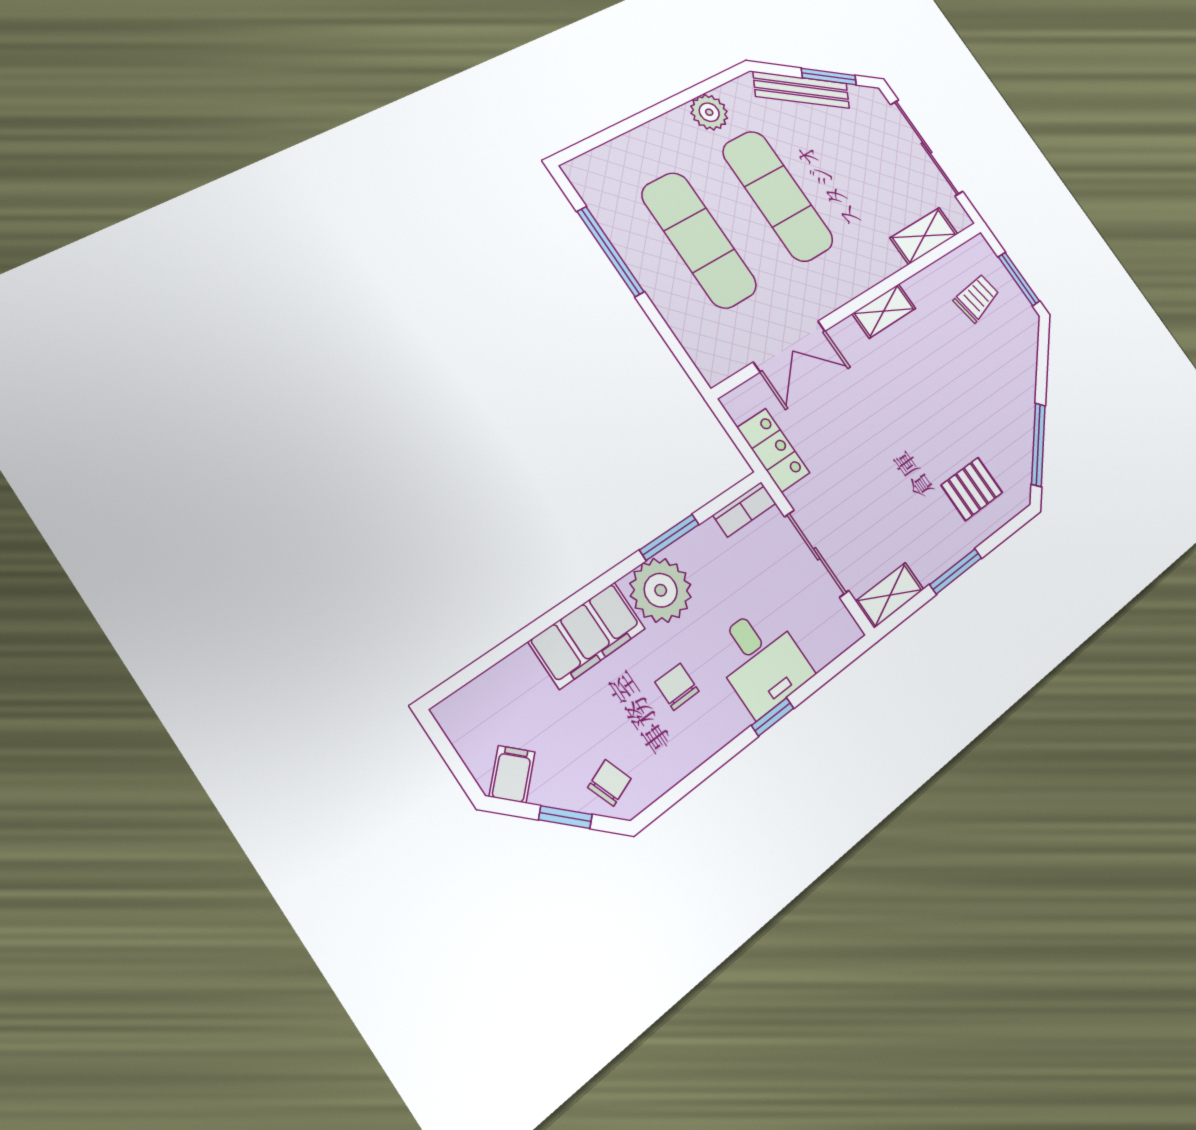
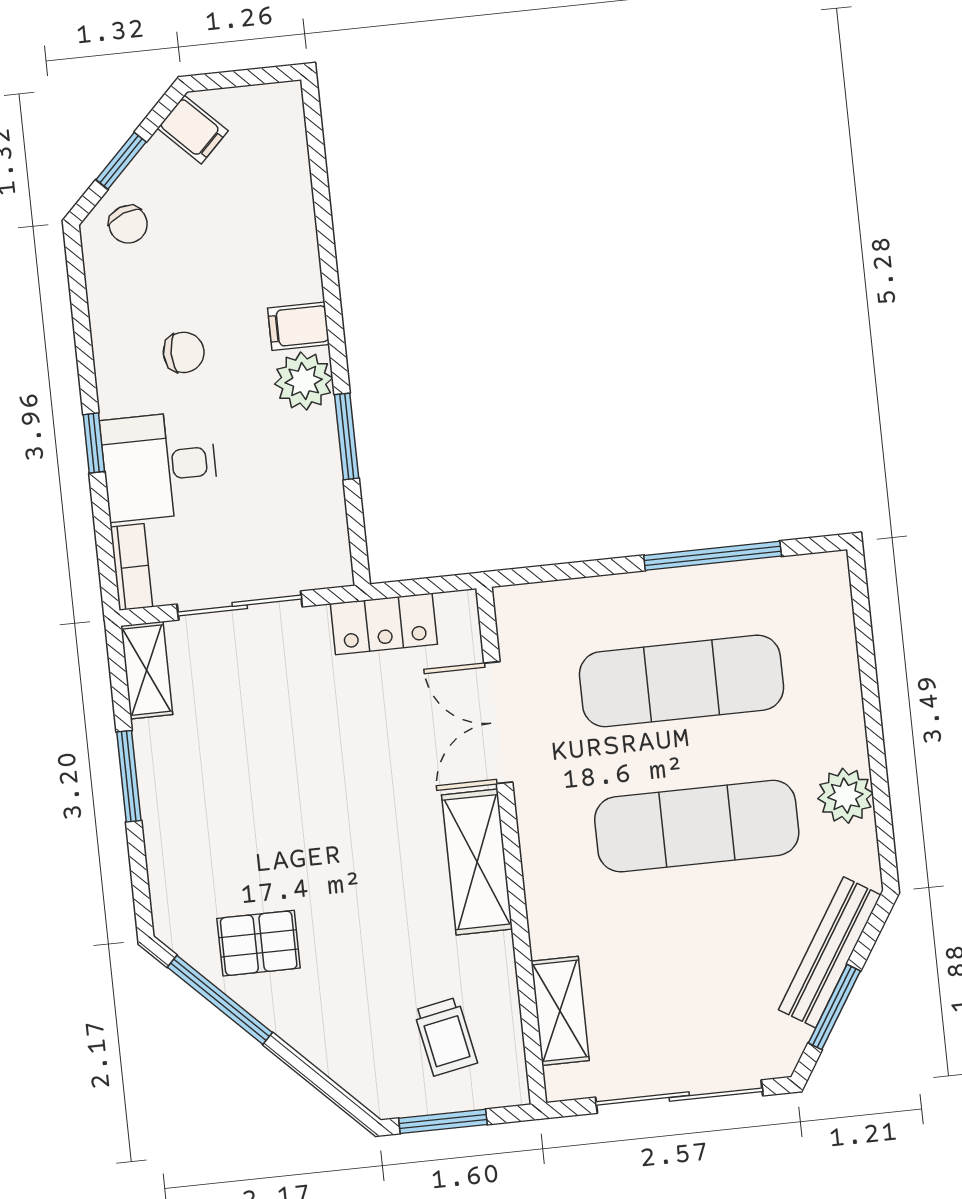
shelving: (884, 311) -> (477, 862), width x1.50, depth x1.33
pallet: (972, 489) -> (259, 943), moved, turned 90
bookcase: (744, 509) -> (131, 567), moved, turned 180
plant: (661, 590) -> (304, 381), width x0.73, depth x0.73
filing cabinet: (587, 635) -> (298, 326), width x0.33, depth x0.86

